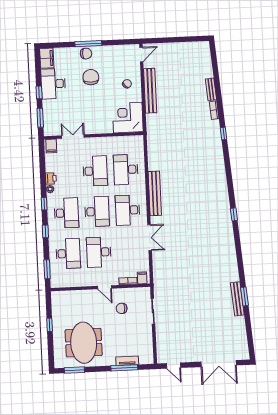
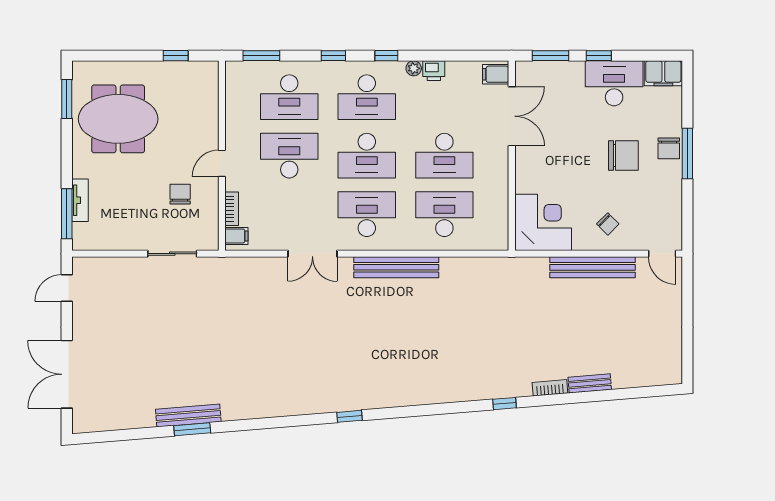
double door: (73, 137) -> (512, 116), width x1.37
window: (50, 325) -> (176, 56), moved
window: (124, 368) -> (67, 214), moved

